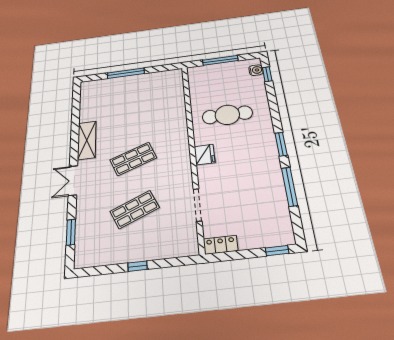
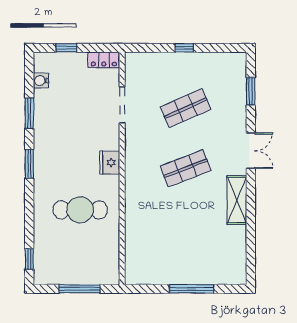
water cooler: (256, 70) -> (41, 81), moved
window: (289, 187) -> (29, 113), width x0.69
window: (277, 251) -> (66, 48), moved

